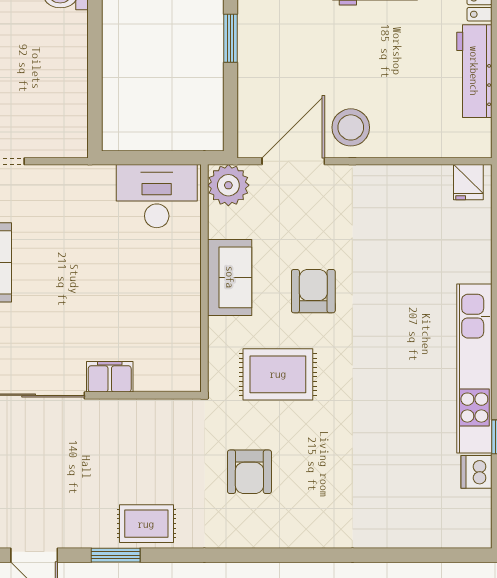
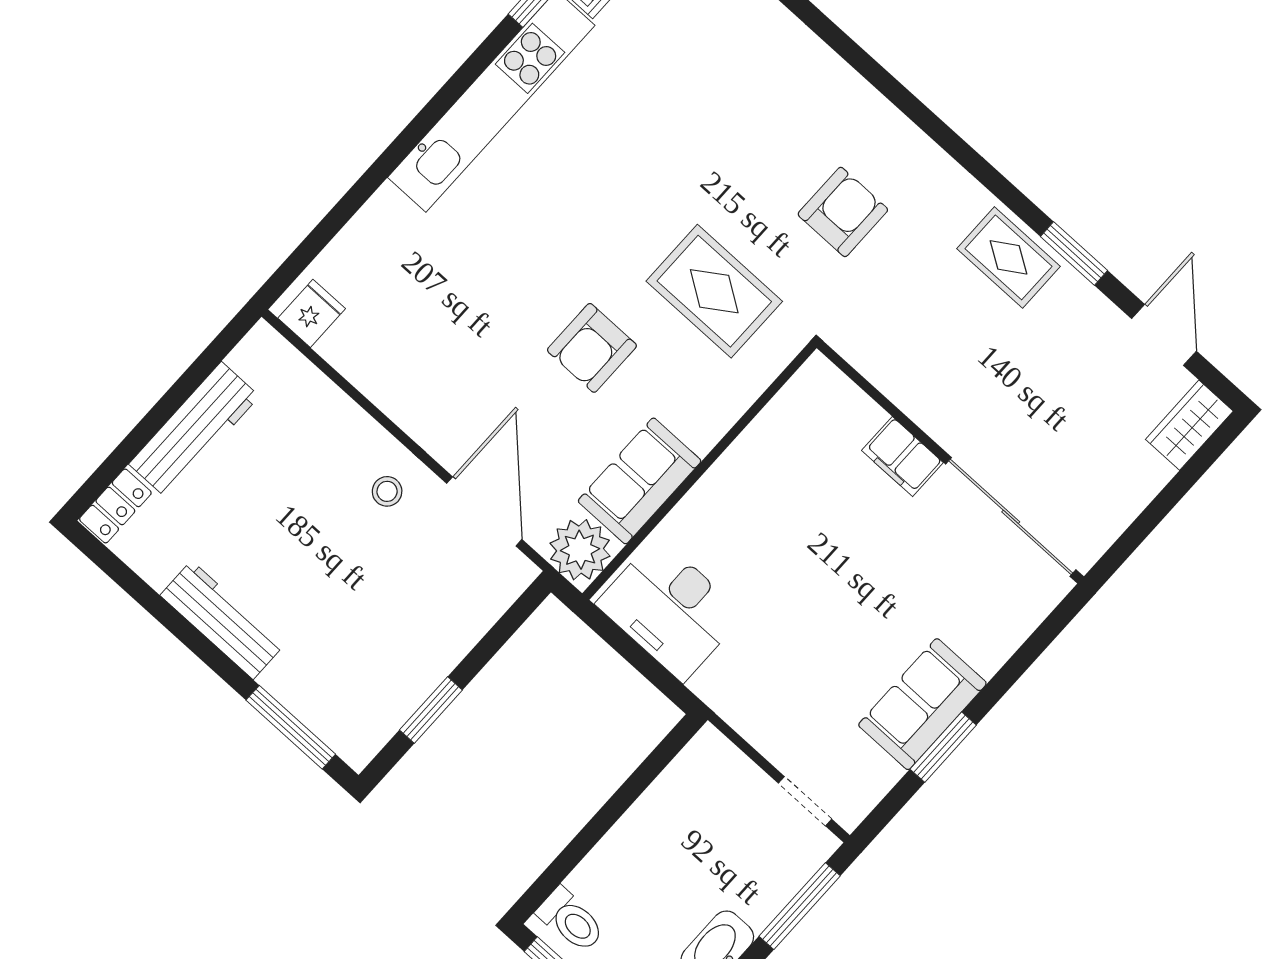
stool: (351, 127) -> (387, 491), width x0.53, depth x0.53
door: (293, 161) -> (484, 511), swing flipped
sofa: (230, 277) -> (640, 481), moved

